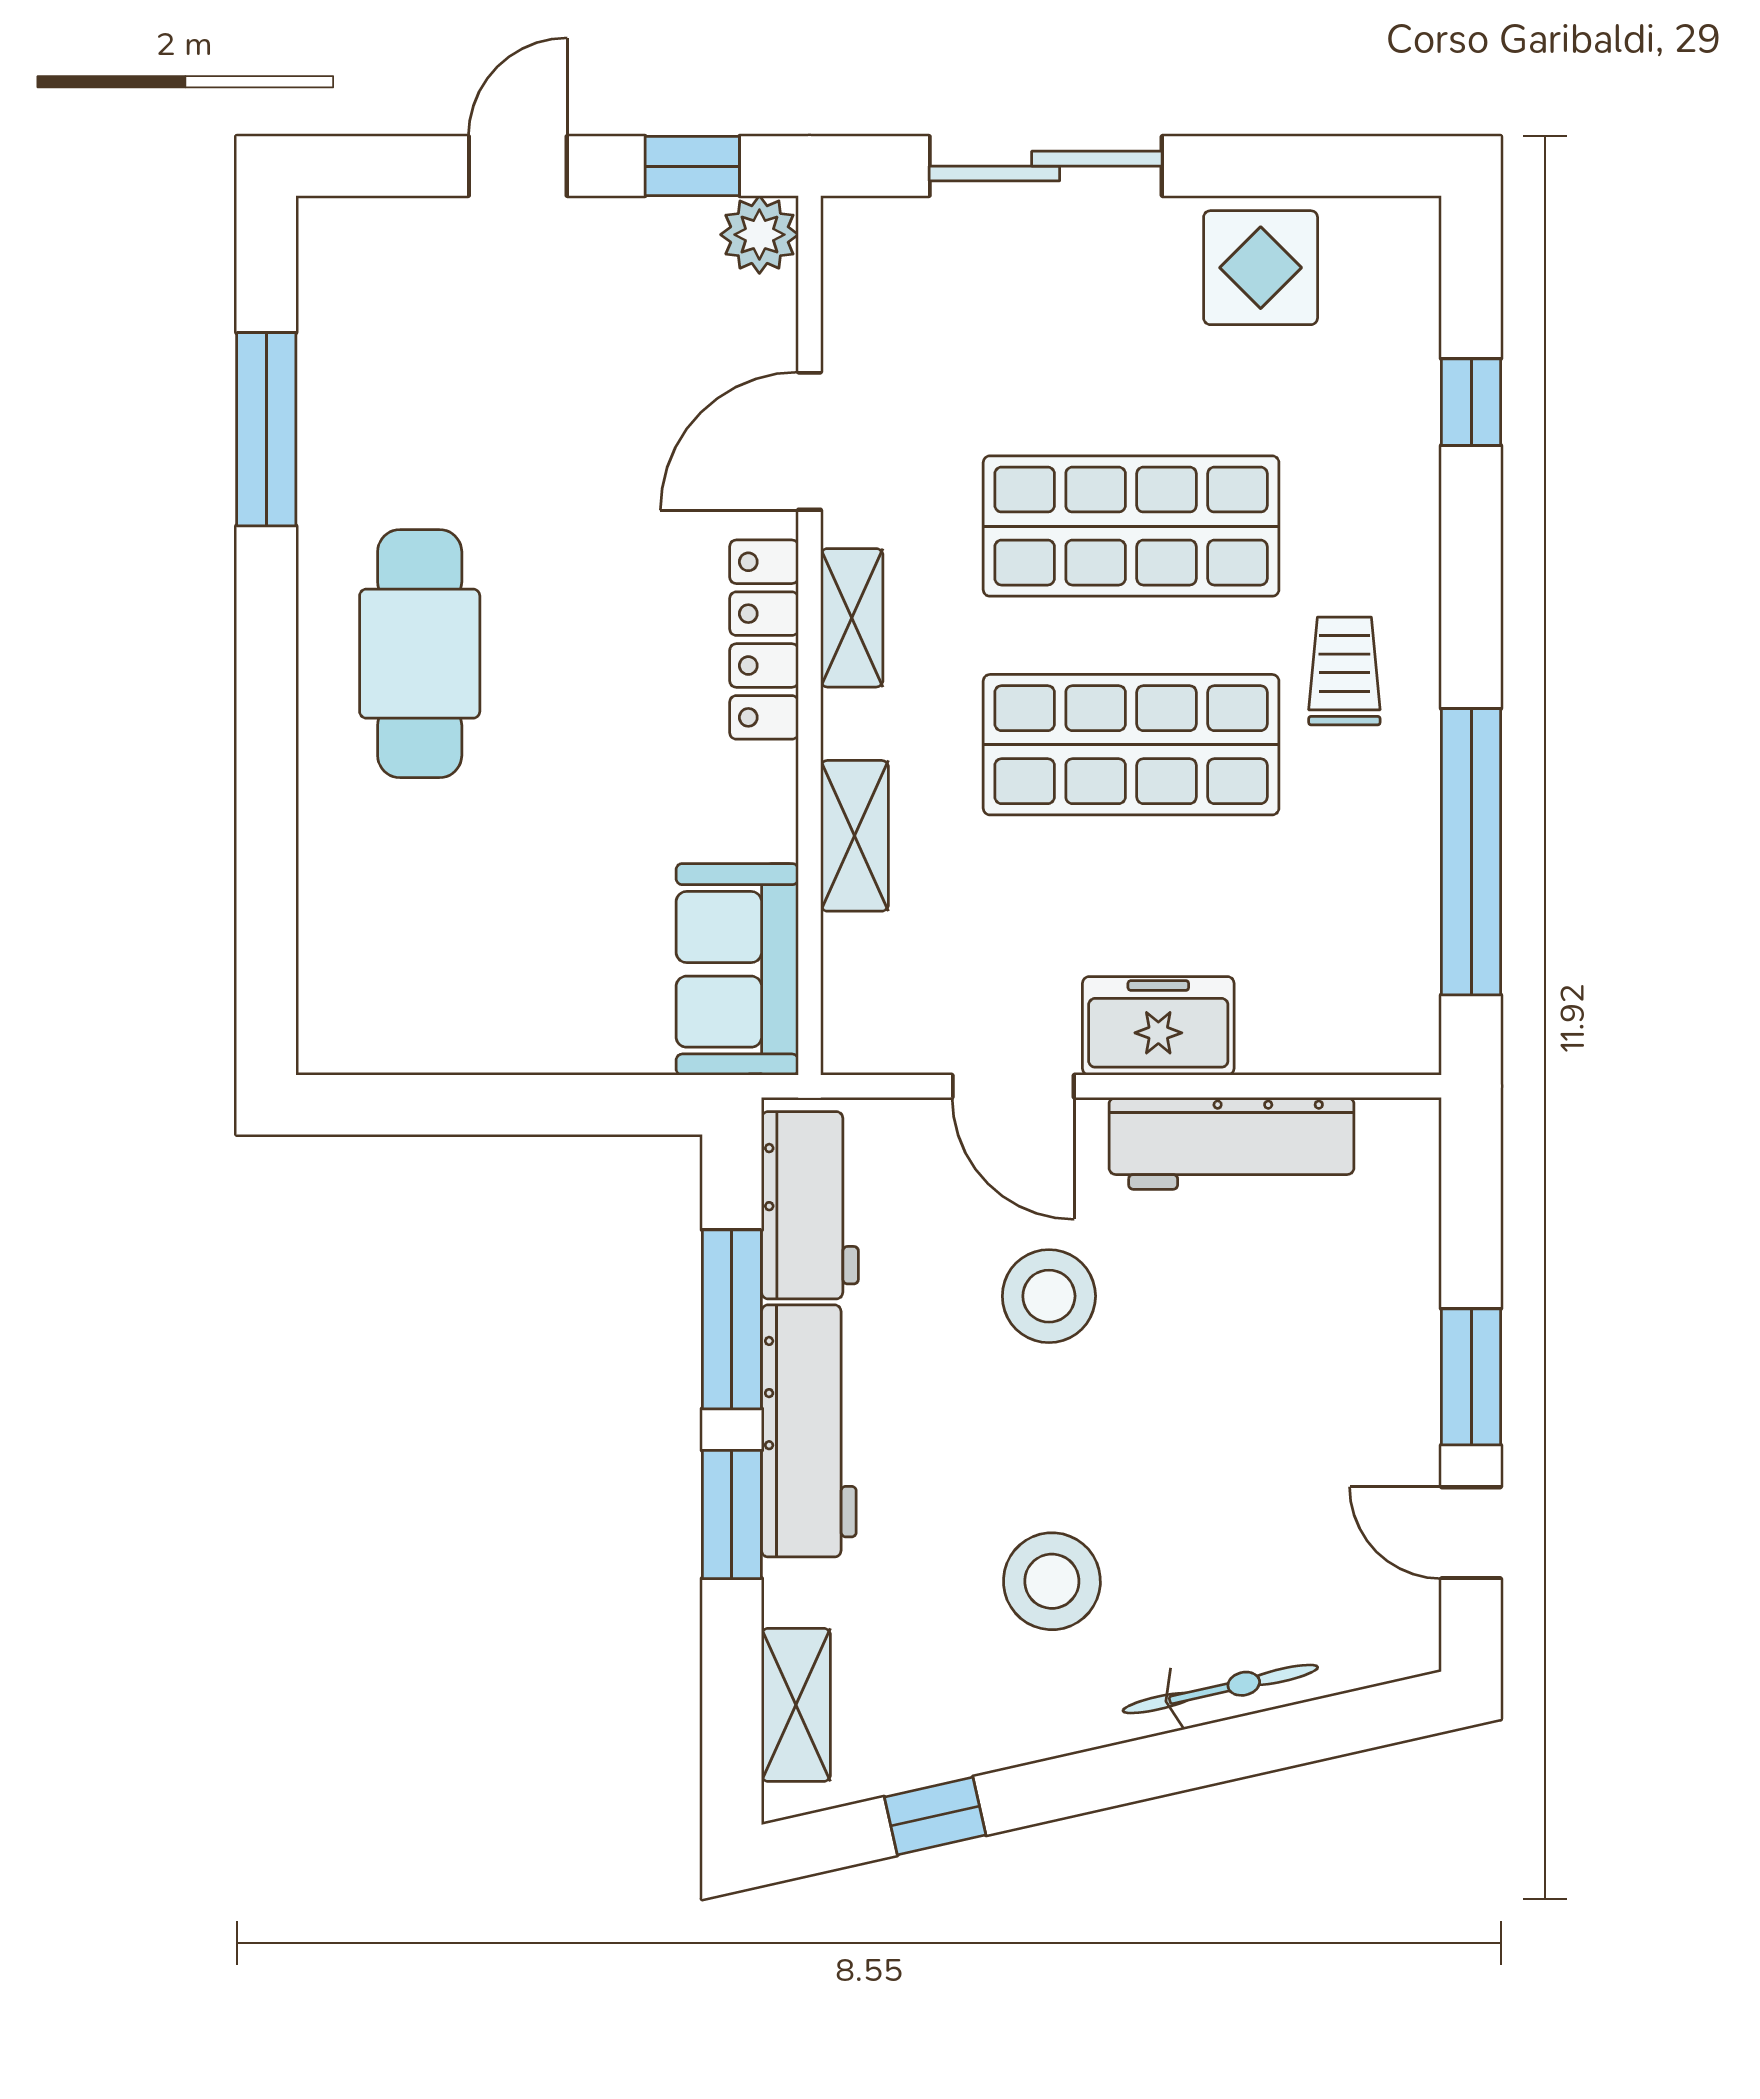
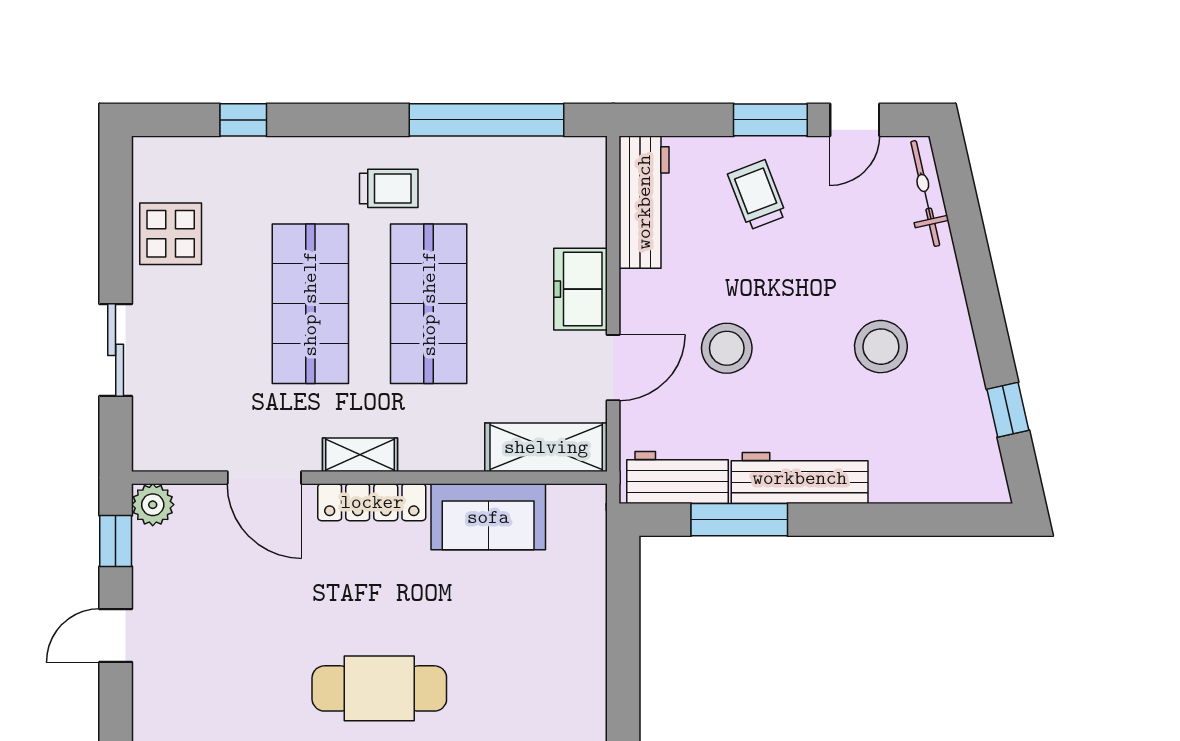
door: (518, 166) -> (116, 635), hinge flipped
sliding door: (1046, 166) -> (116, 350), width x0.73
trolley: (1344, 671) -> (389, 188), turned 180
shelving: (855, 836) -> (546, 447), moved, width x1.50, depth x1.33
sofa: (737, 969) -> (488, 517), moved
workbench: (1231, 1143) -> (644, 202), moved
trolley: (1332, 1352) -> (757, 195), added
window: (732, 1514) -> (845, 520), removed
bicycle: (1220, 1689) -> (925, 194), moved
shelving: (796, 1705) -> (948, 485), removed

